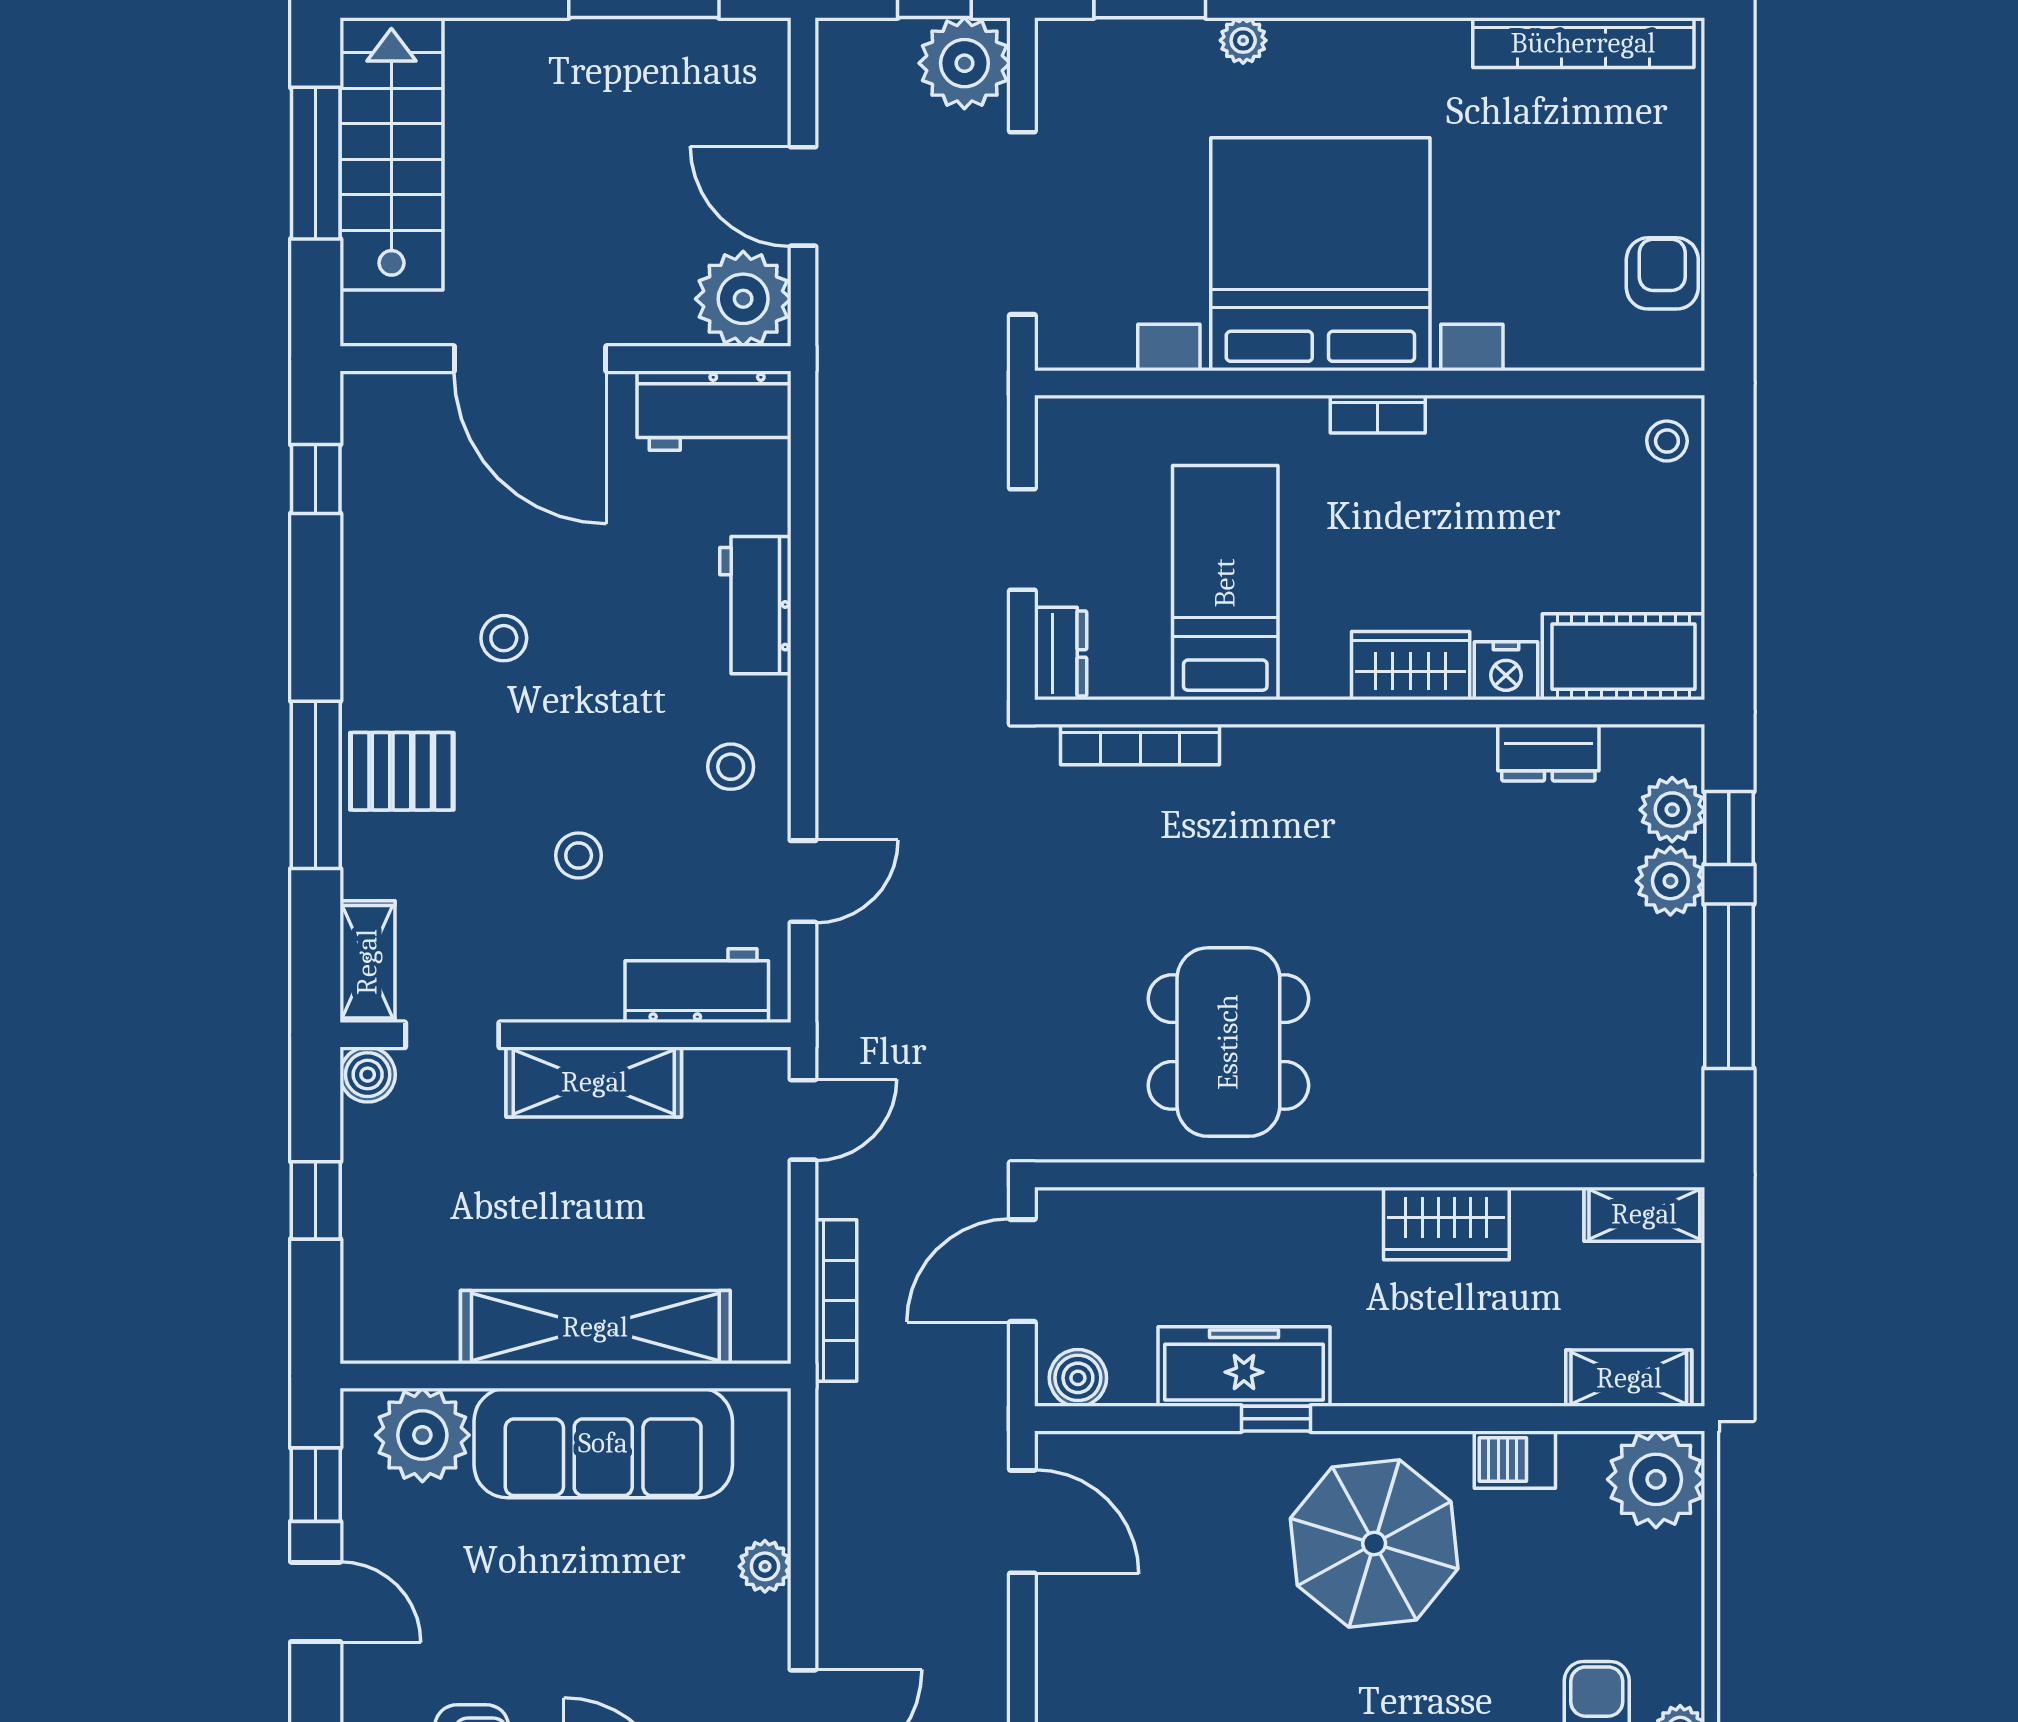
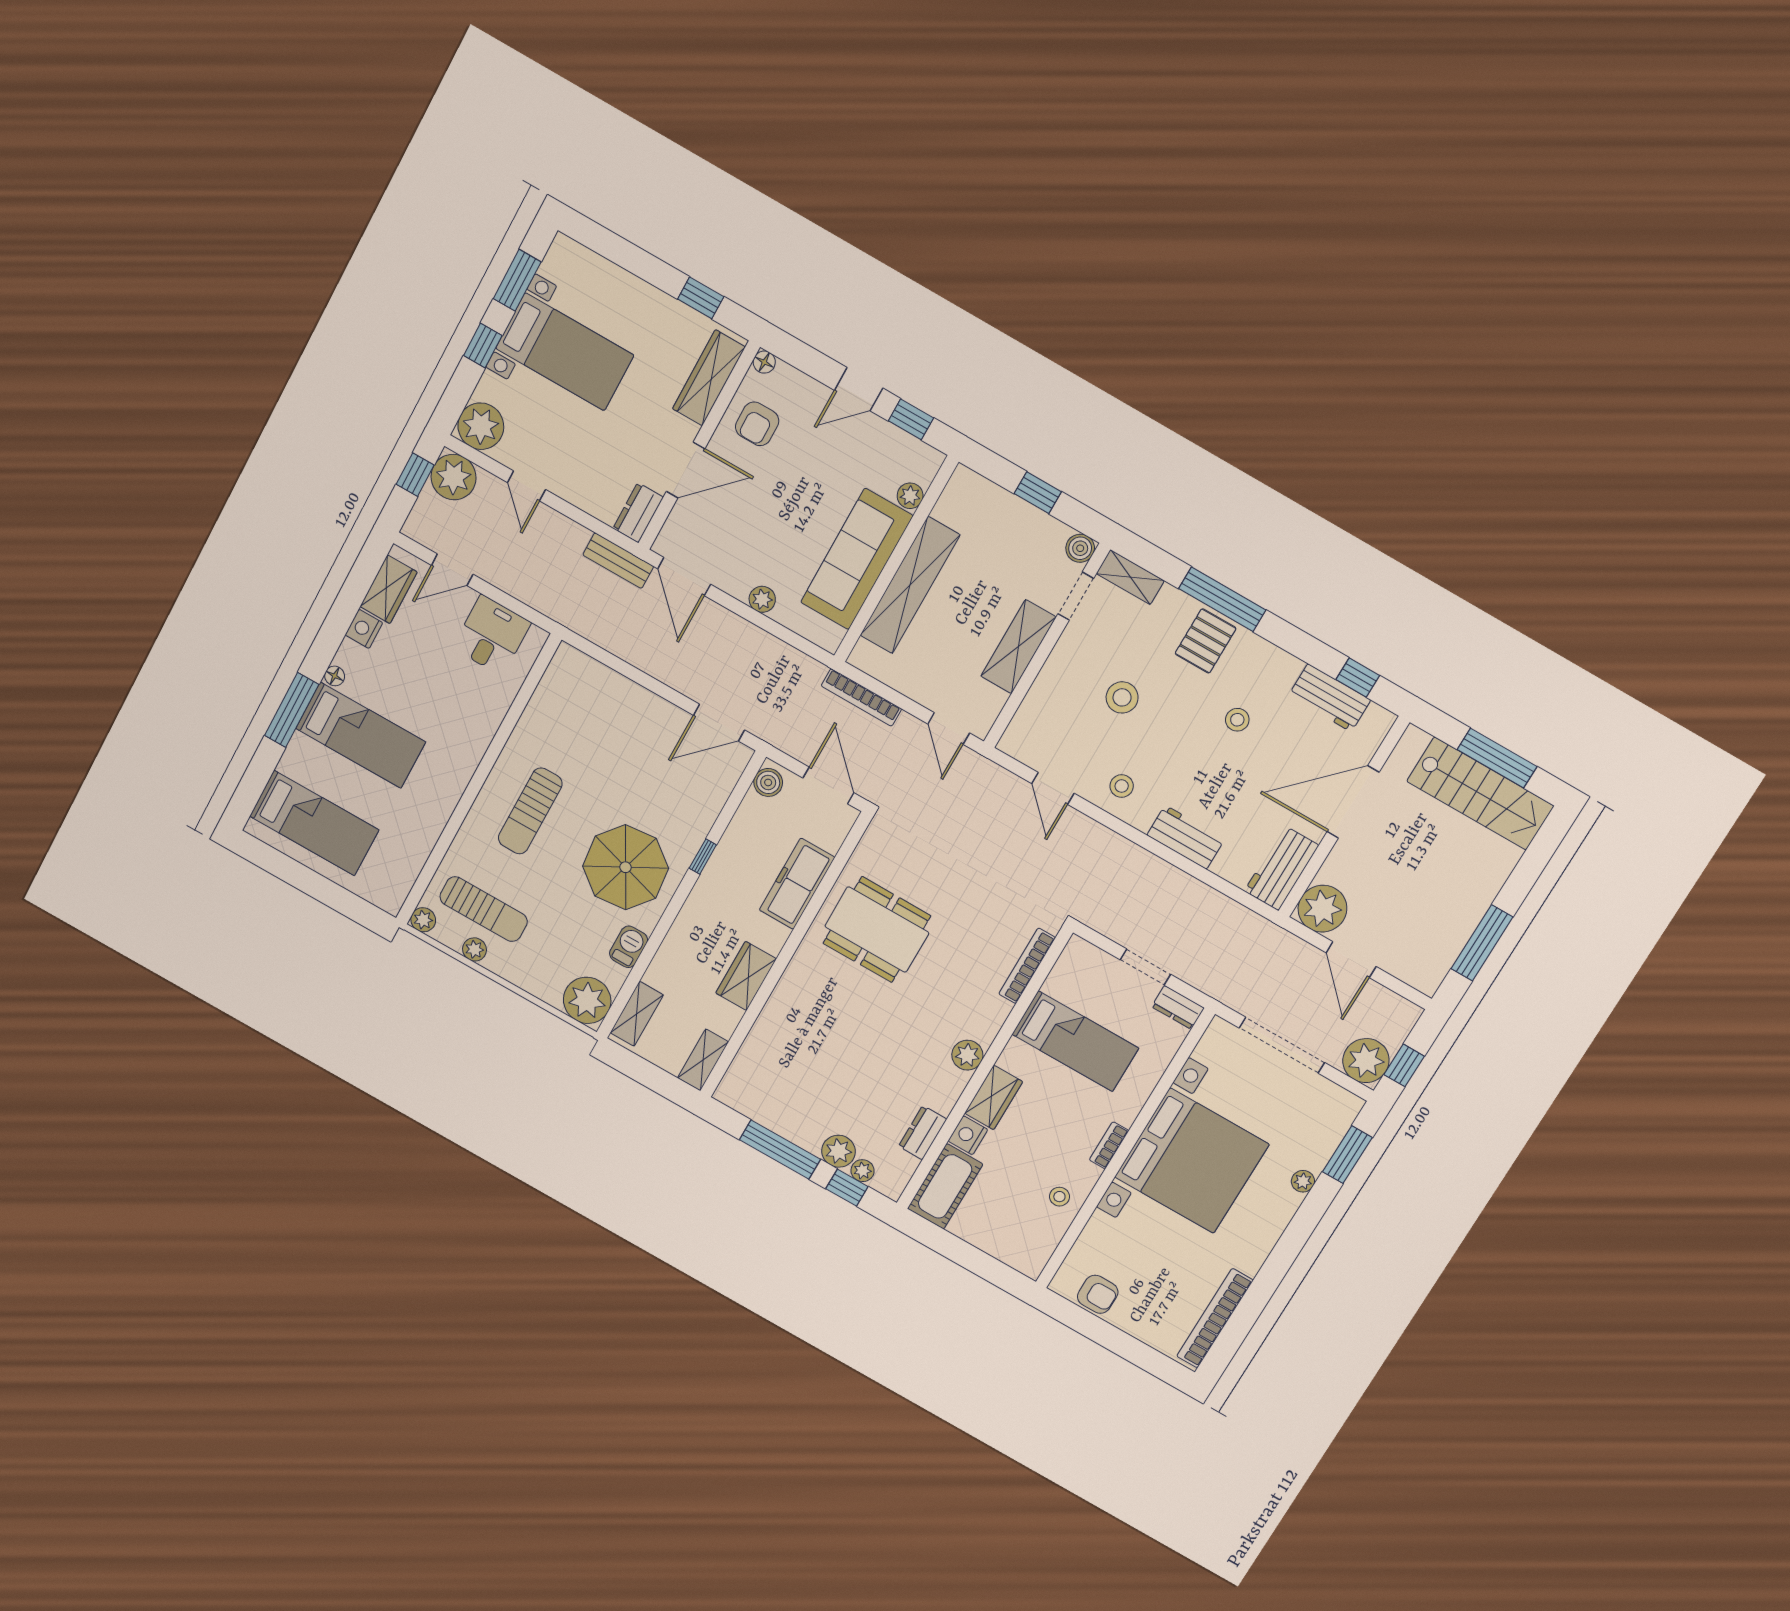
door: (803, 196) -> (1351, 960), swing flipped
stool: (1667, 441) -> (1059, 1197), moved
dresser: (1061, 653) -> (1178, 1007), moved
plant: (1361, 755) -> (967, 1055), added
plant: (1672, 810) -> (863, 1171), width x0.73, depth x0.73
stool: (579, 855) -> (1122, 697), width x1.37, depth x1.37
workbench: (697, 986) -> (1329, 698), moved, turned 90
freezer: (1244, 1366) -> (797, 884), moved, turned 180
plant: (422, 1435) -> (910, 496), width x0.53, depth x0.53

